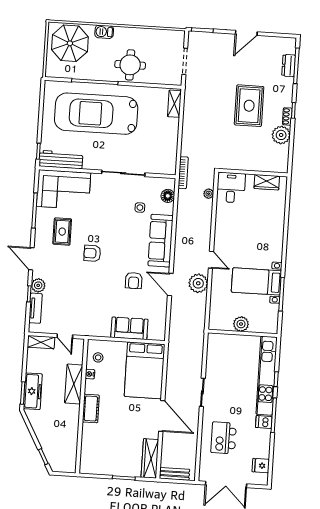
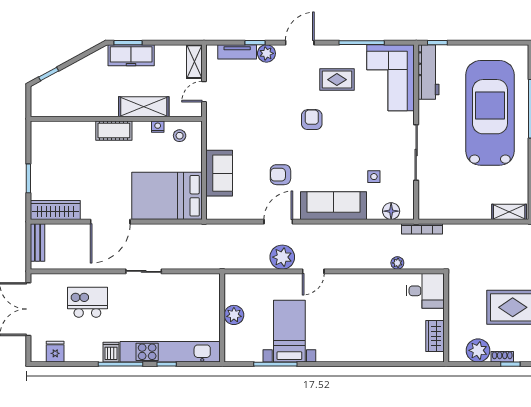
wall: (253, 173) -> (446, 318), moved
wardrobe: (267, 182) -> (435, 336), moved
desk: (231, 188) -> (425, 291), moved

